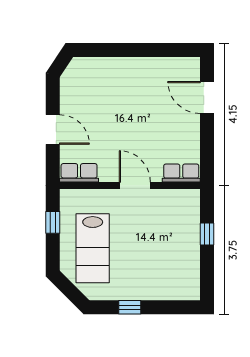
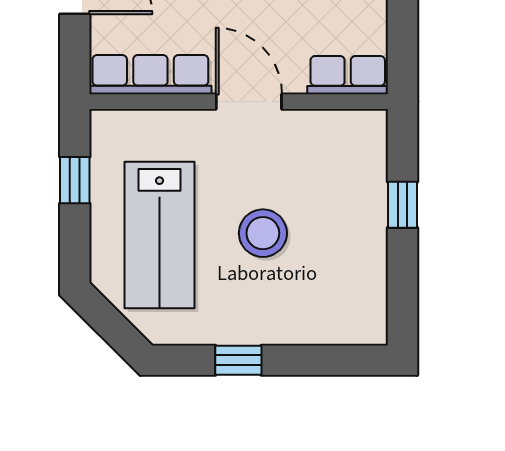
row of seats: (79, 173) -> (150, 75), width x1.48
stool: (141, 247) -> (263, 233), added

